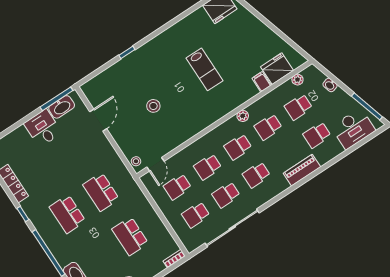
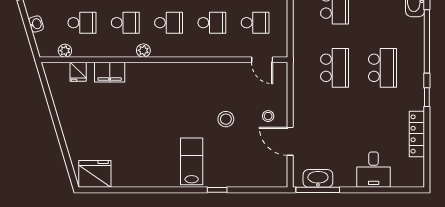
lab bench: (205, 69) -> (192, 161), moved
fridge: (277, 69) -> (78, 72), width x0.53, depth x0.75
filing cabinet: (262, 82) -> (110, 72), width x2.00
door: (98, 120) -> (290, 141), hinge flipped
desk: (43, 128) -> (374, 170), moved
stool: (136, 161) -> (268, 116), moved
door: (155, 164) -> (262, 60), swing flipped

